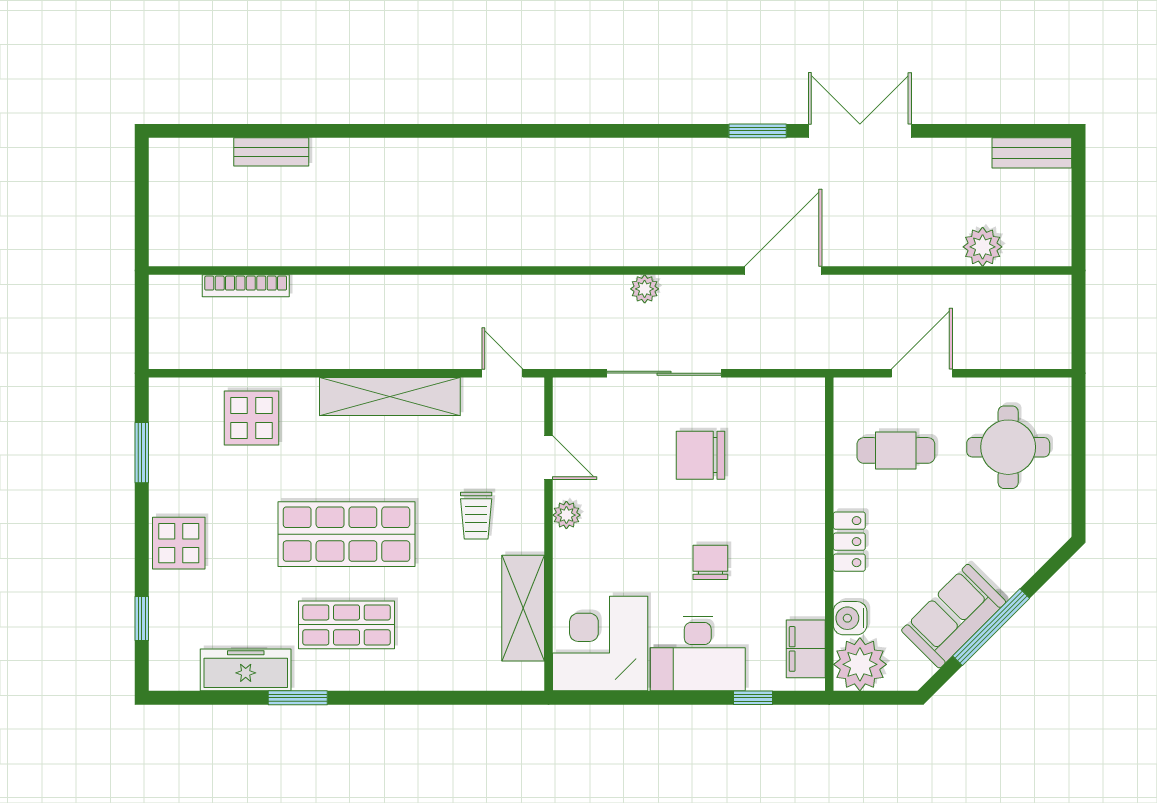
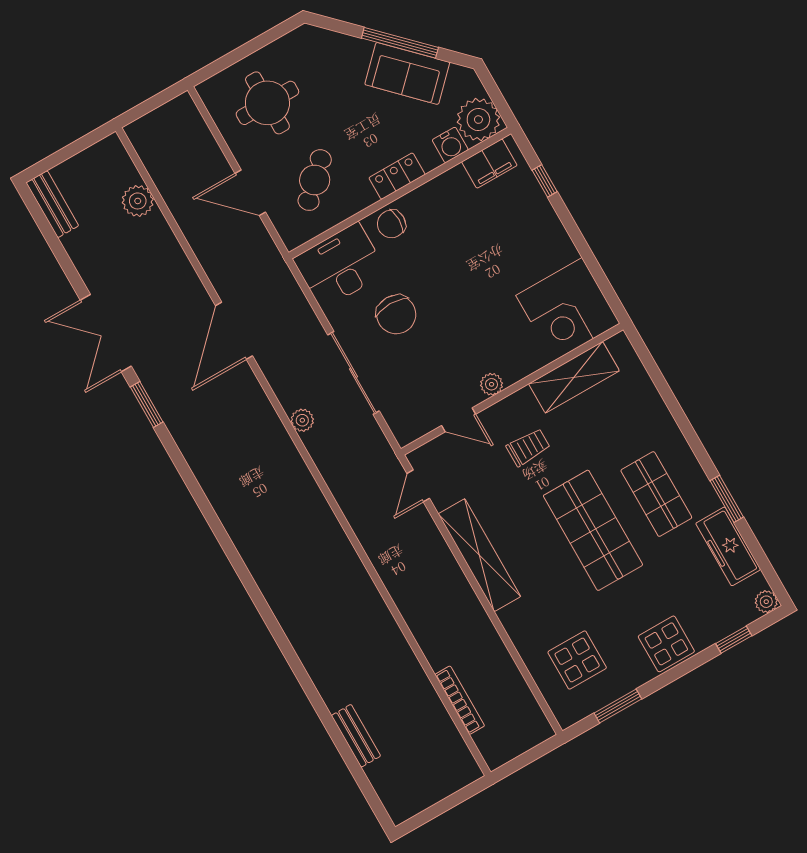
door: (783, 271) -> (234, 331), hinge flipped
display table: (252, 418) -> (577, 660), moved
cafe table: (896, 450) -> (315, 180), turned 46
door: (548, 458) -> (459, 420), swing flipped
chair: (710, 562) -> (391, 224), moved
desk: (698, 654) -> (340, 266), moved, turned -90
plant: (163, 677) -> (766, 602), added

